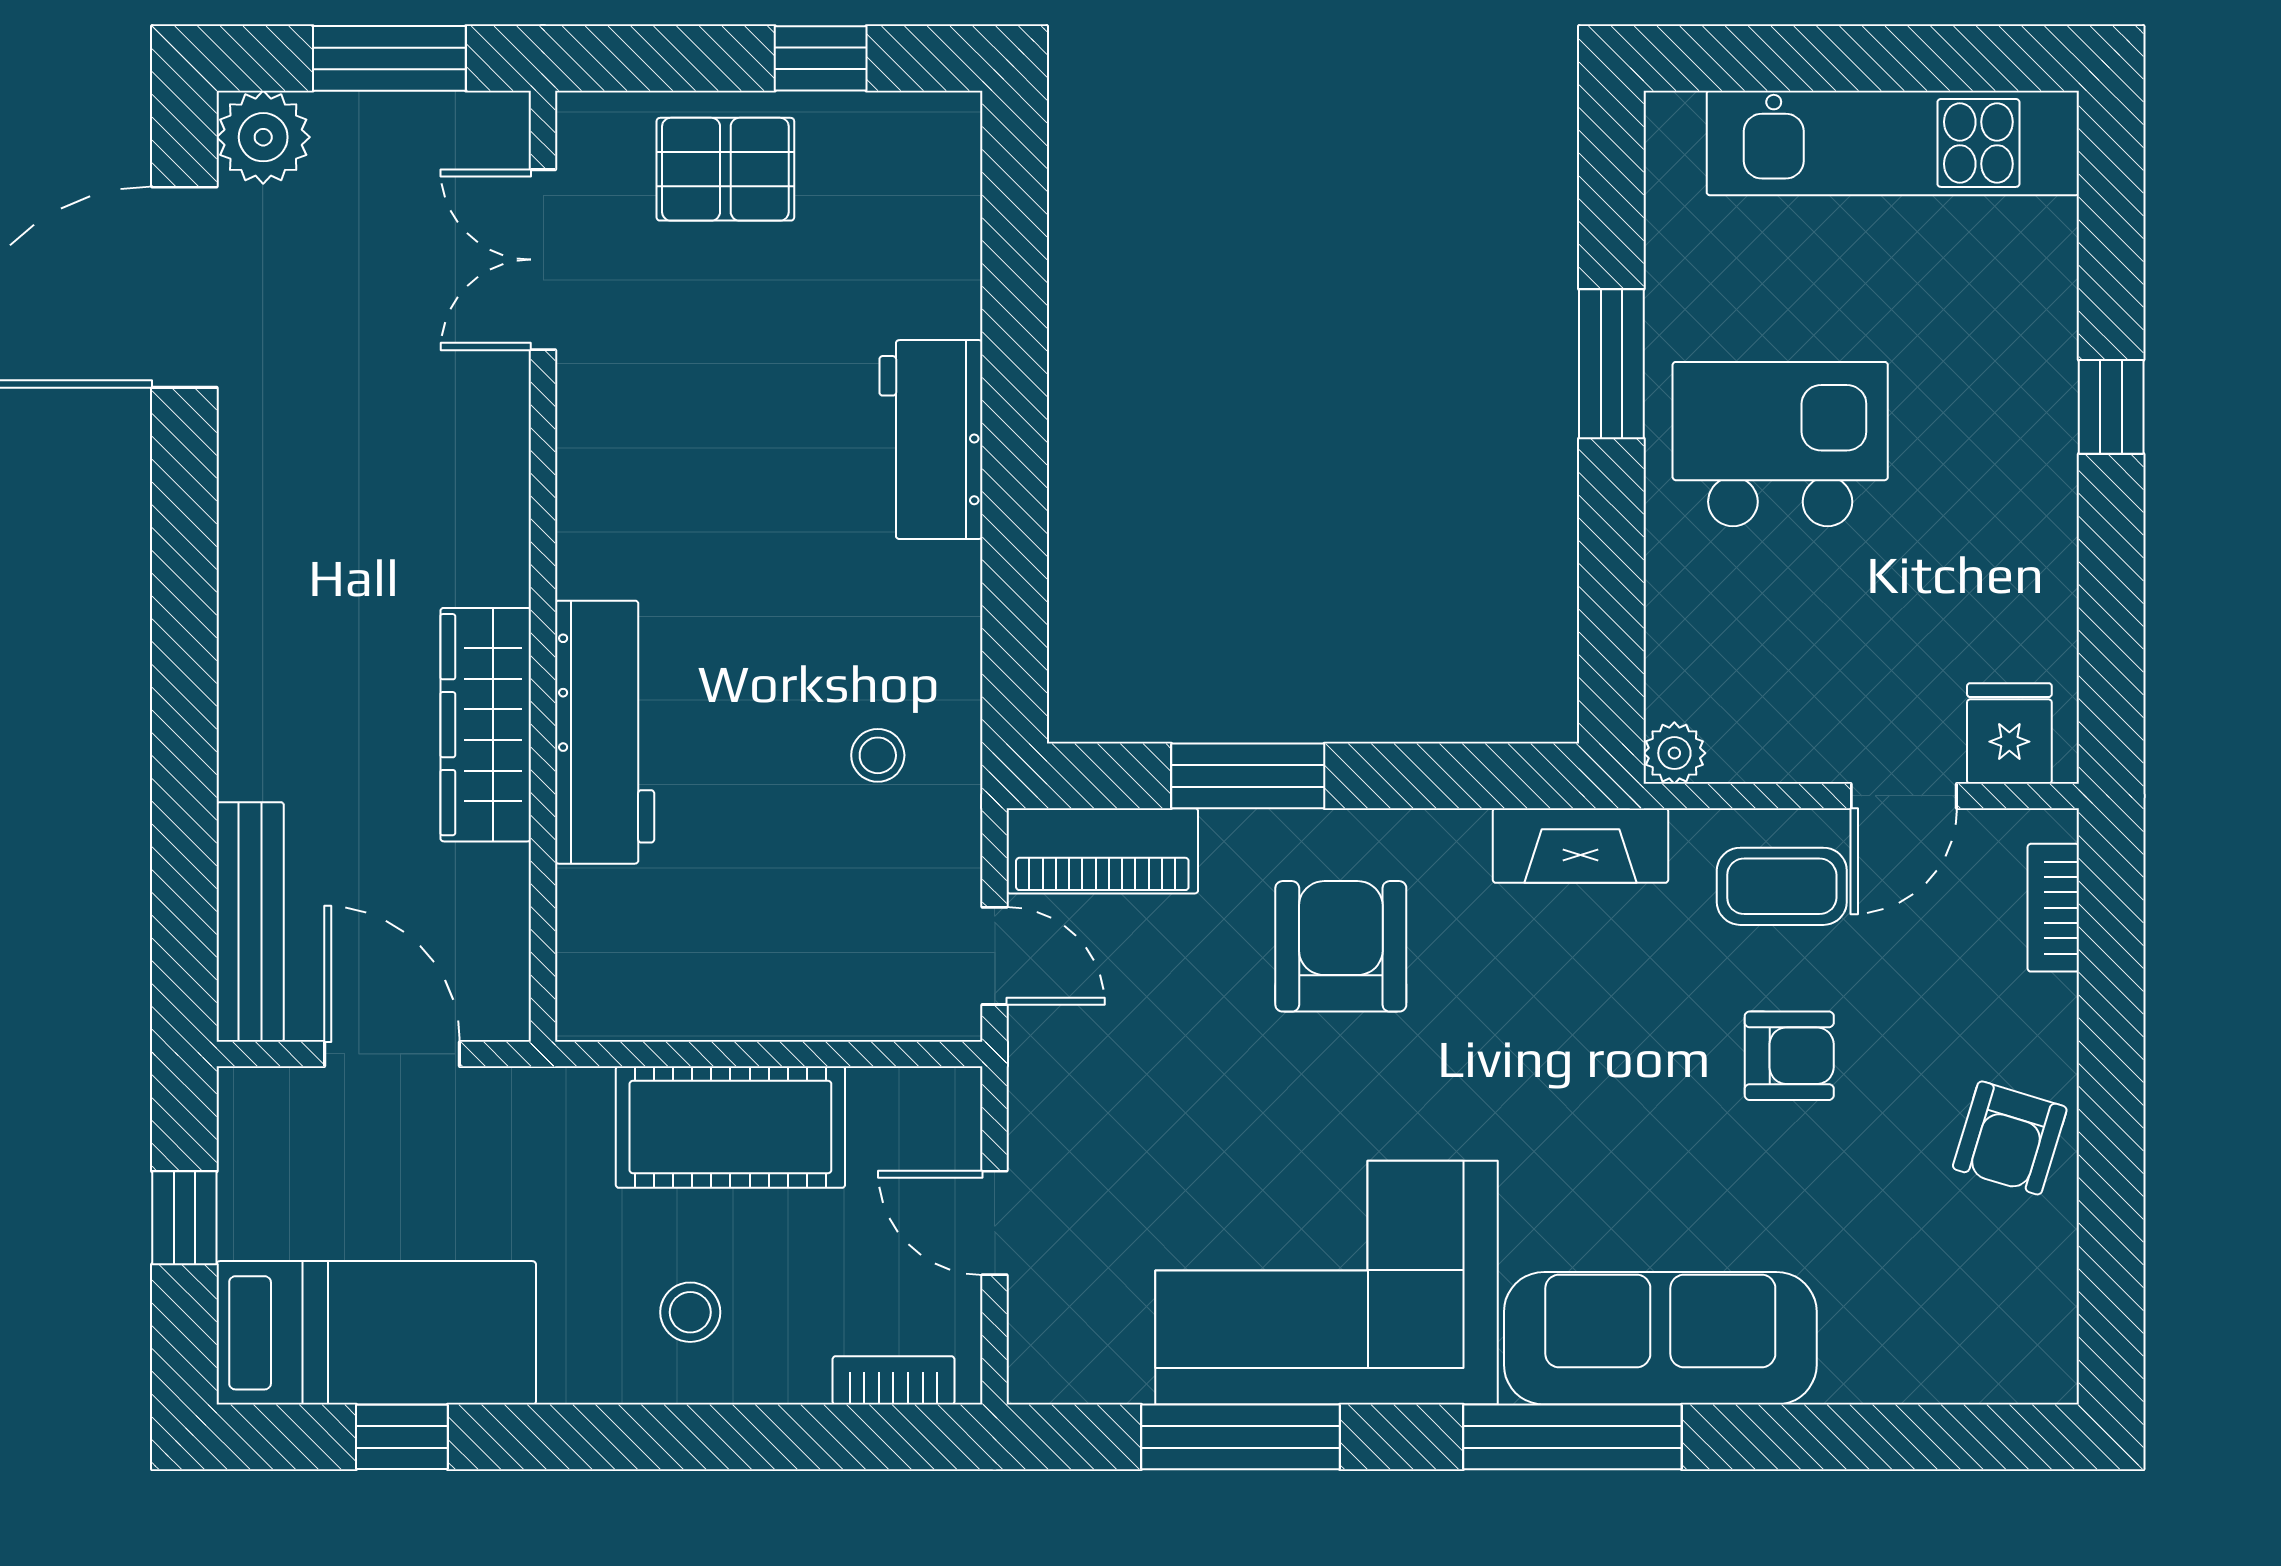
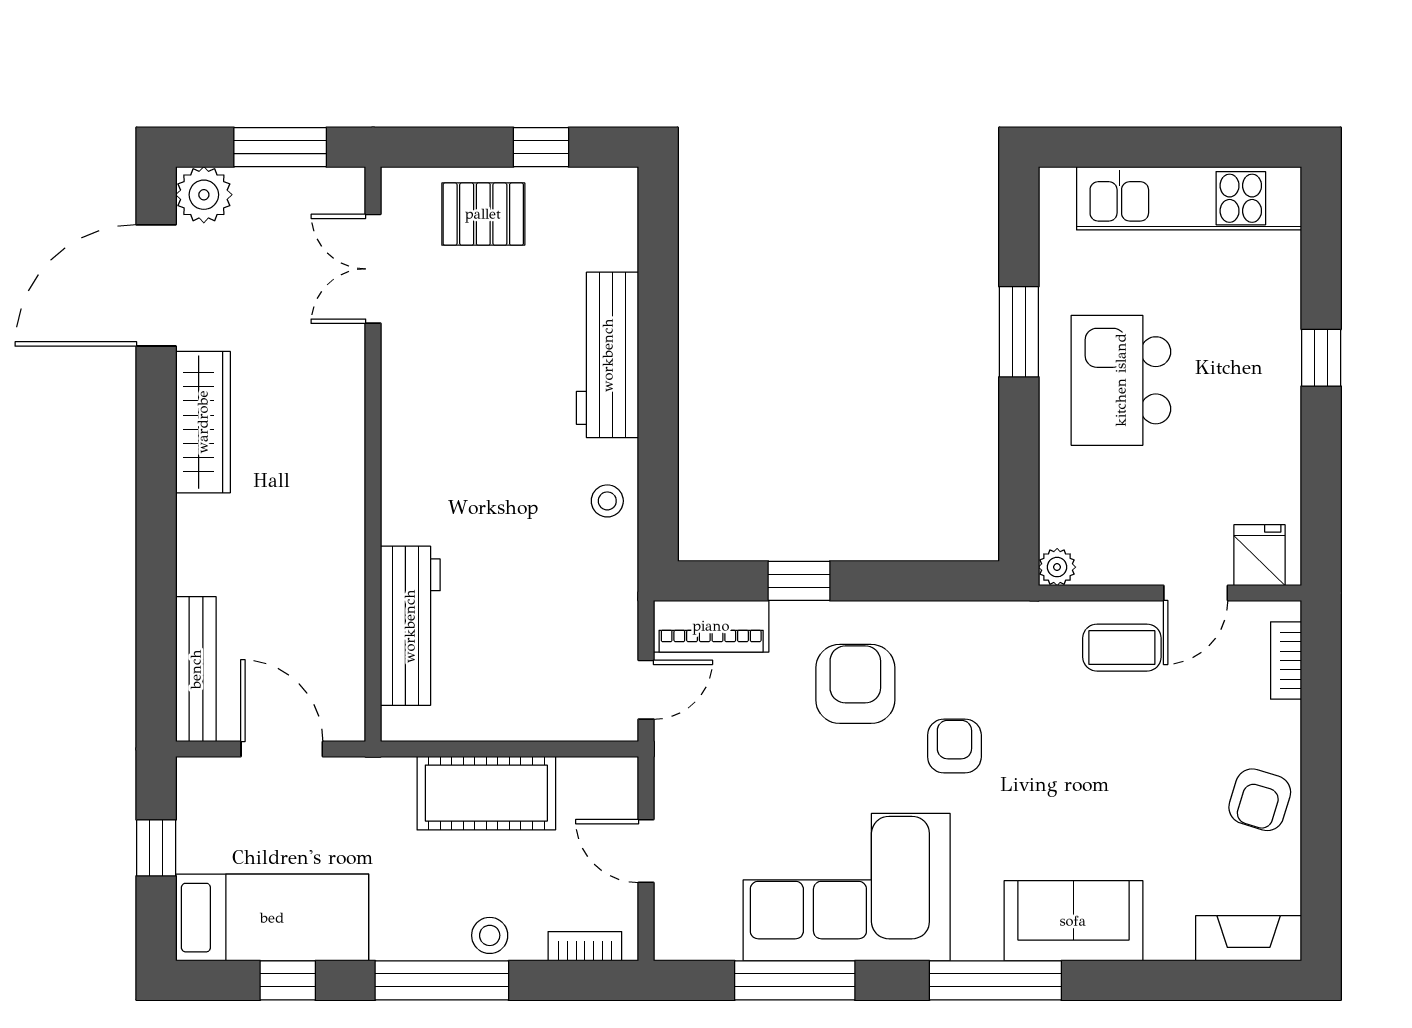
workbench: (931, 440) -> (608, 355), width x1.37
kitchen island: (1780, 444) -> (1121, 380), turned -90
wardrobe: (486, 725) -> (203, 422), moved, turned 180
workbench: (605, 732) -> (410, 626), moved
stool: (878, 755) -> (607, 501), moved
window: (1248, 776) -> (799, 581), width x0.67
fireplace: (1580, 846) -> (1249, 938), moved, turned 180
door: (995, 956) -> (646, 690), hinge flipped
armchair: (1789, 1056) -> (954, 746), moved, turned -90
stool: (690, 1312) -> (490, 935), moved
sofa: (1660, 1338) -> (1073, 921), width x0.73
window: (657, 1437) -> (442, 980), added

